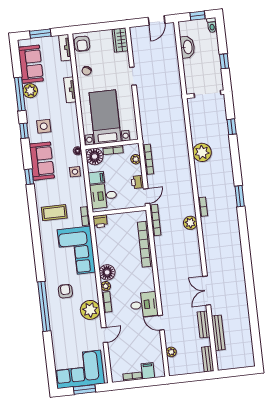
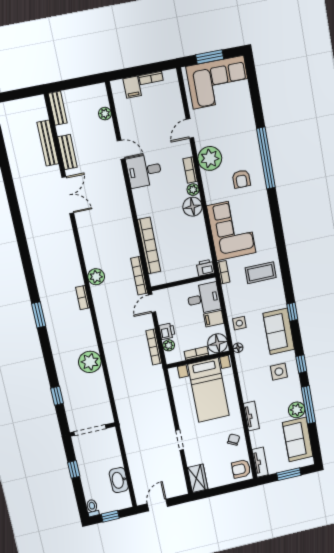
armchair: (82, 44) -> (241, 469), turned -90
printer: (137, 182) -> (167, 331), moved

